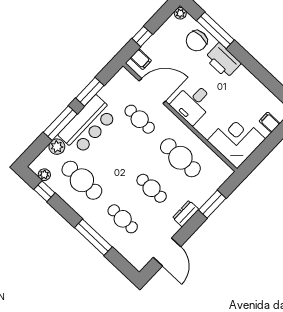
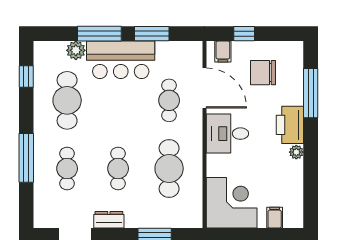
plant: (180, 13) -> (296, 152), moved
chair: (197, 41) -> (263, 73), moved
plant: (44, 175) -> (41, 63), removed
dresser: (186, 214) -> (109, 220), moved

